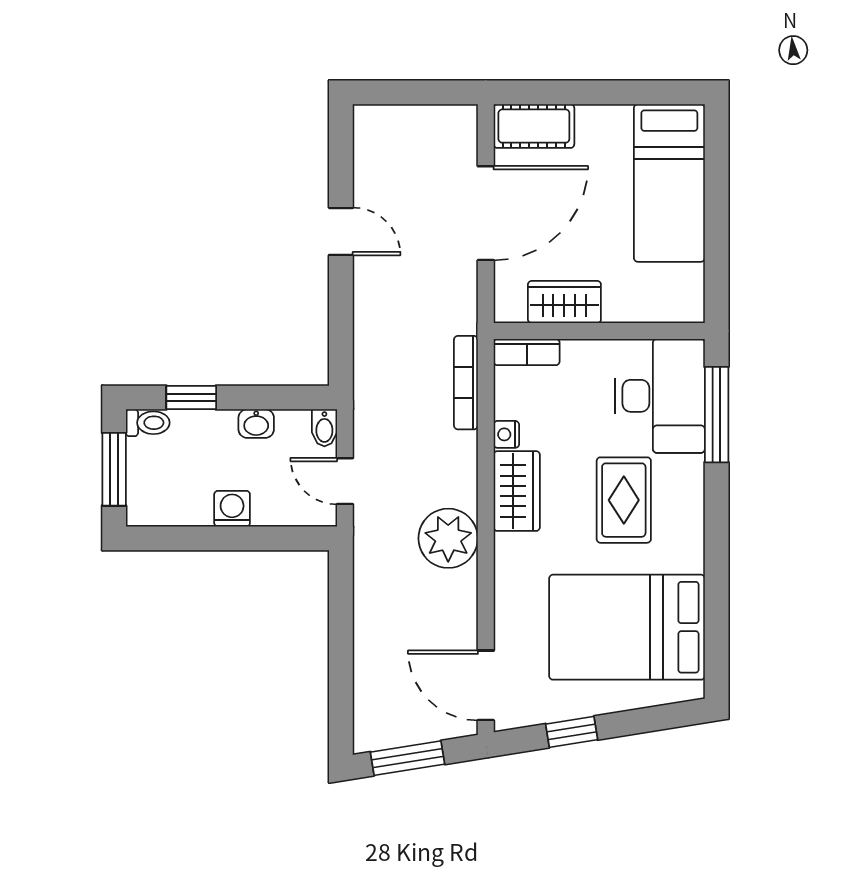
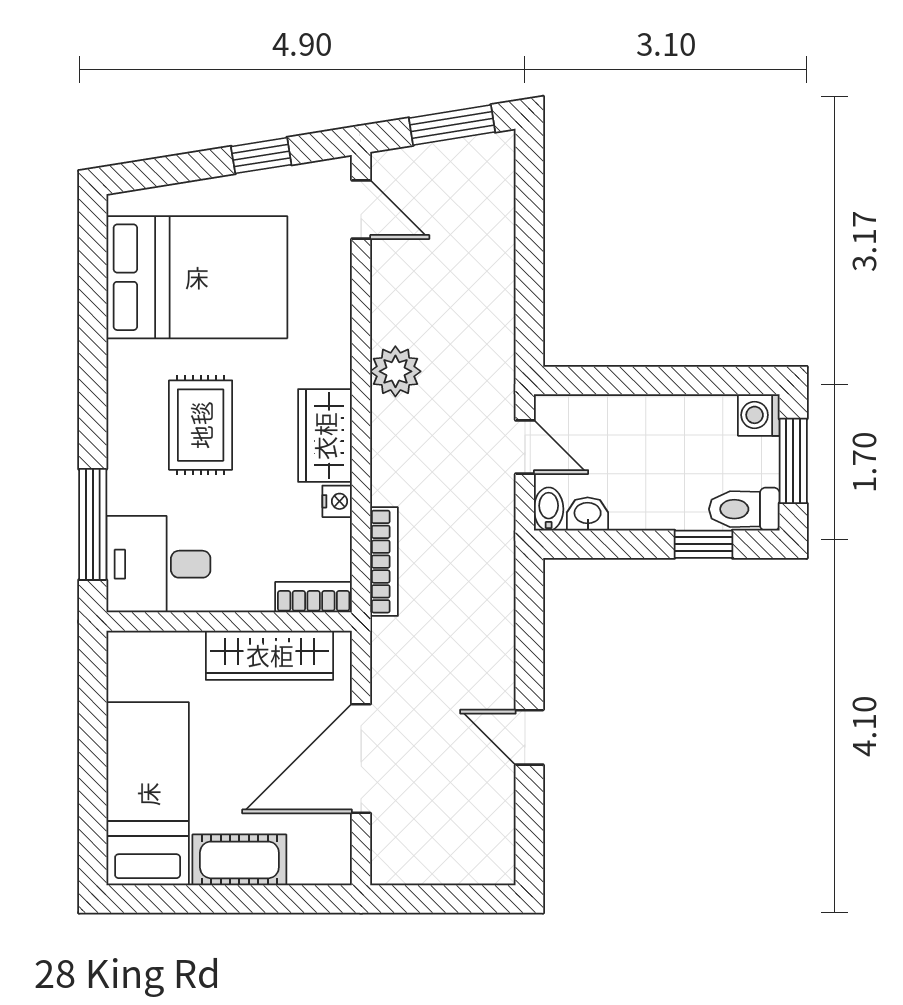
cot: (534, 126) -> (239, 860), moved
wardrobe: (564, 302) -> (270, 655), width x1.50
desk: (660, 396) -> (158, 564), width x0.73
toilet: (148, 423) -> (744, 509), width x1.37, depth x1.39
washbasin: (256, 424) -> (588, 514), moved
washing machine: (232, 509) -> (759, 415), moved, turned 90
plant: (448, 538) -> (395, 371), width x0.73, depth x0.73
door: (486, 685) -> (361, 209), width x0.73

